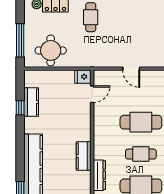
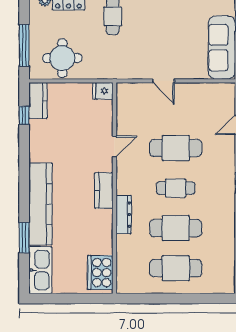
door: (92, 94) -> (114, 146), moved
kitchen counter: (31, 102) -> (38, 101), moved
window: (20, 108) -> (24, 115), moved

